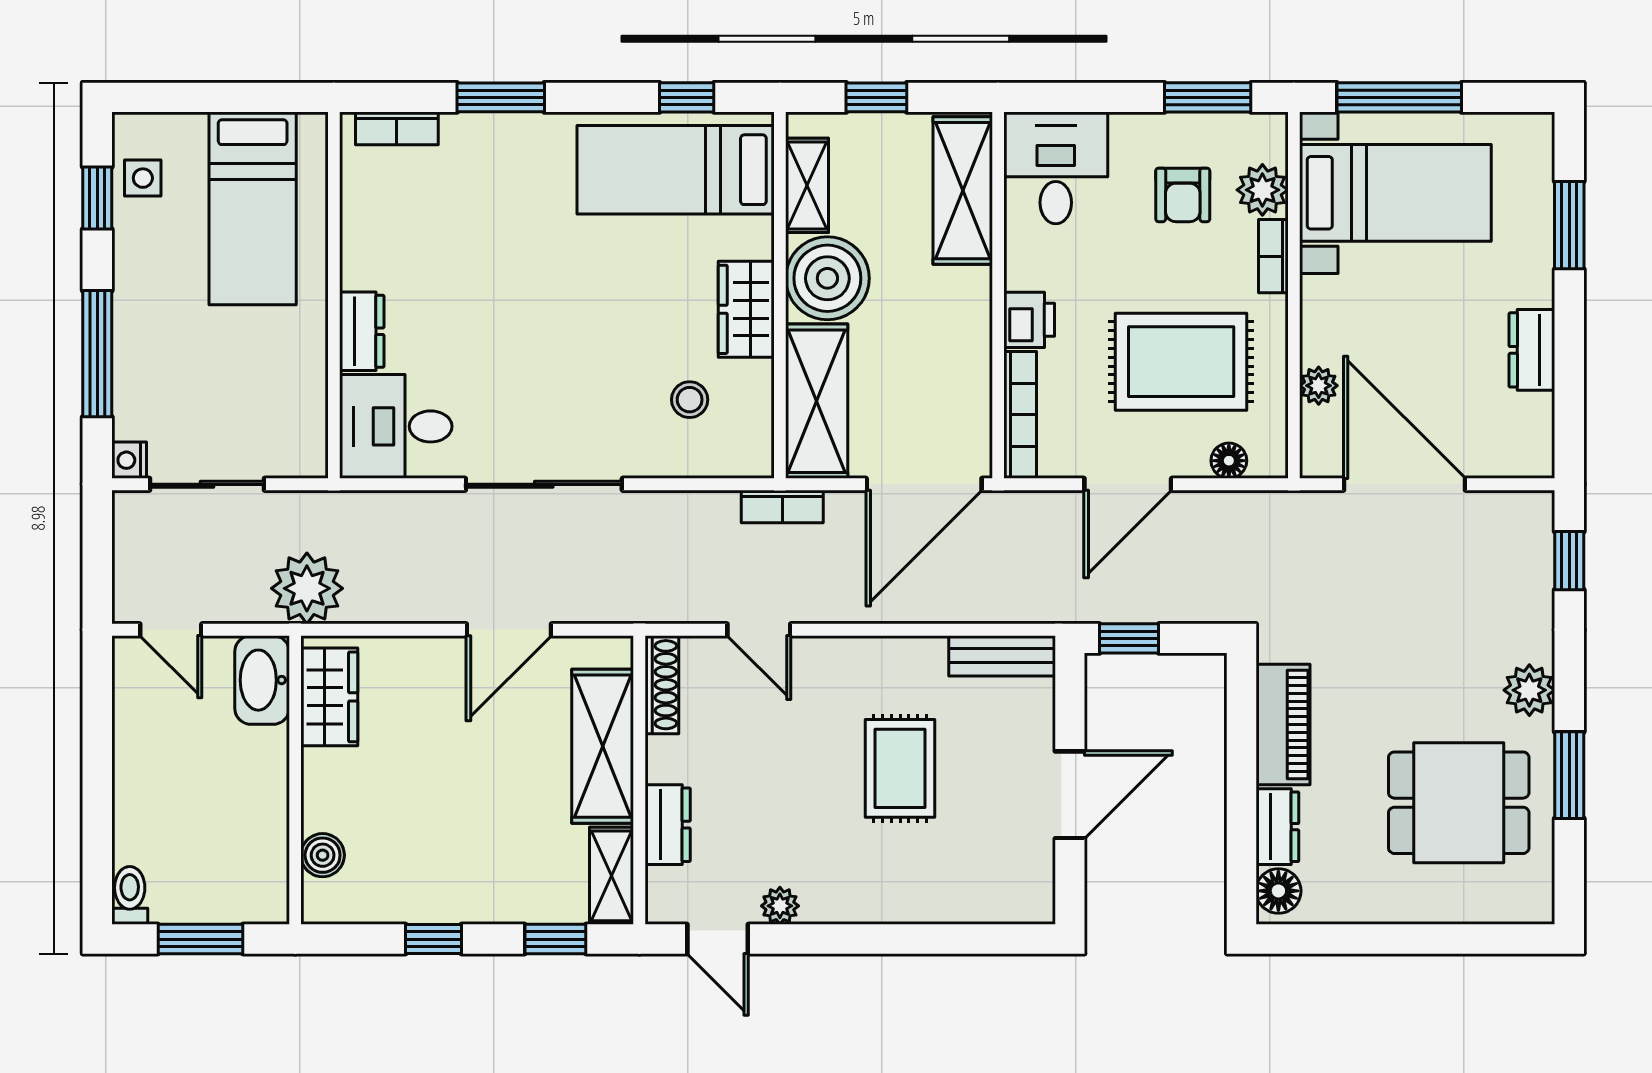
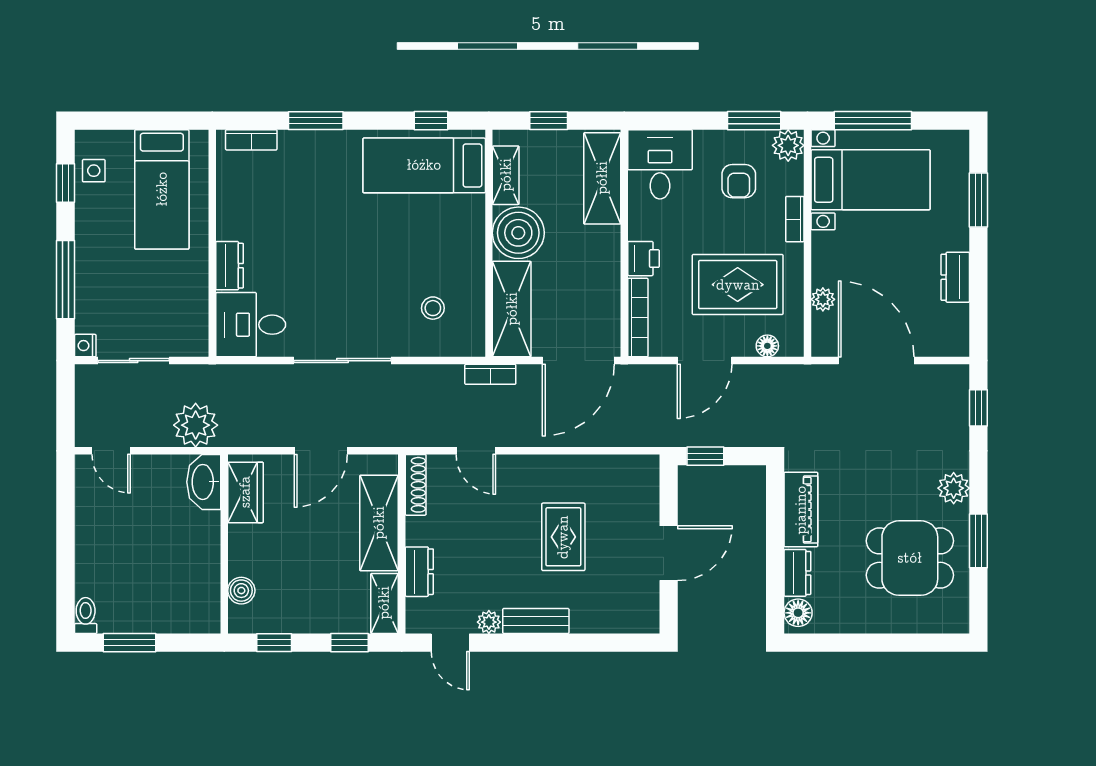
plant: (1262, 190) -> (788, 145), moved
wardrobe: (746, 309) -> (468, 252), removed
bench: (1002, 656) -> (536, 621), moved
washbasin: (262, 680) -> (204, 482), moved
wardrobe: (329, 697) -> (245, 492), moved
wall: (295, 780) -> (224, 544), moved
boiler: (323, 855) -> (241, 591), moved

